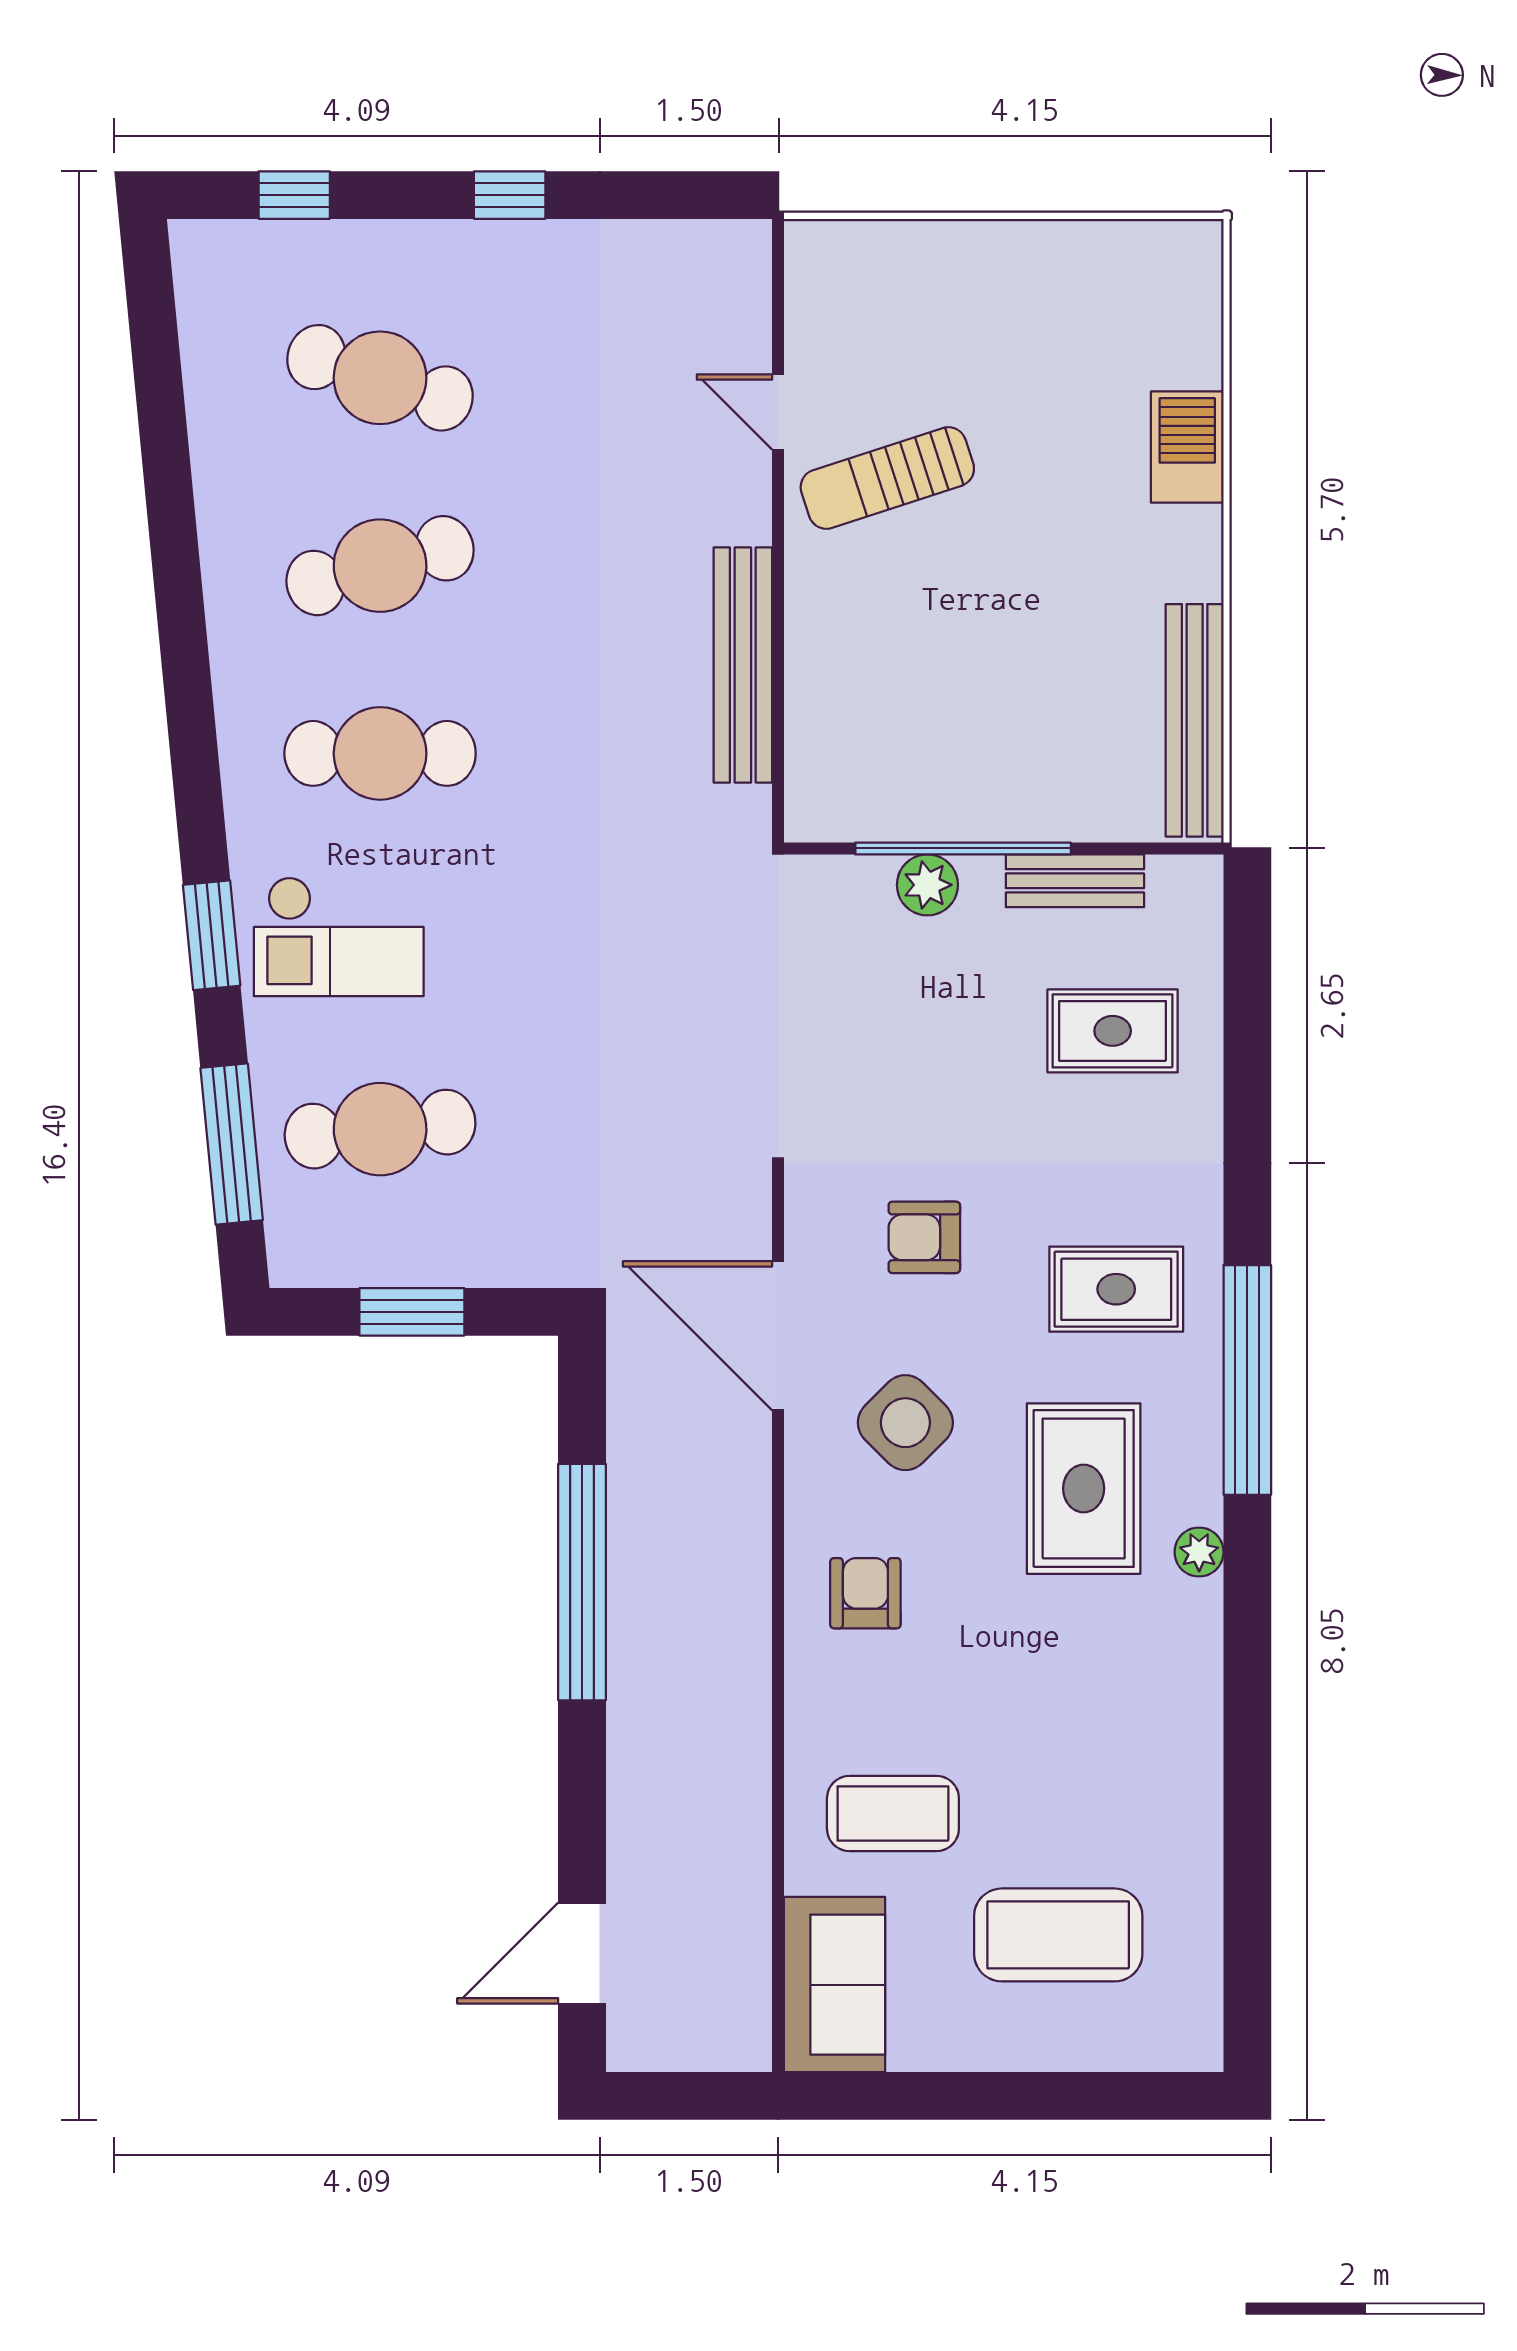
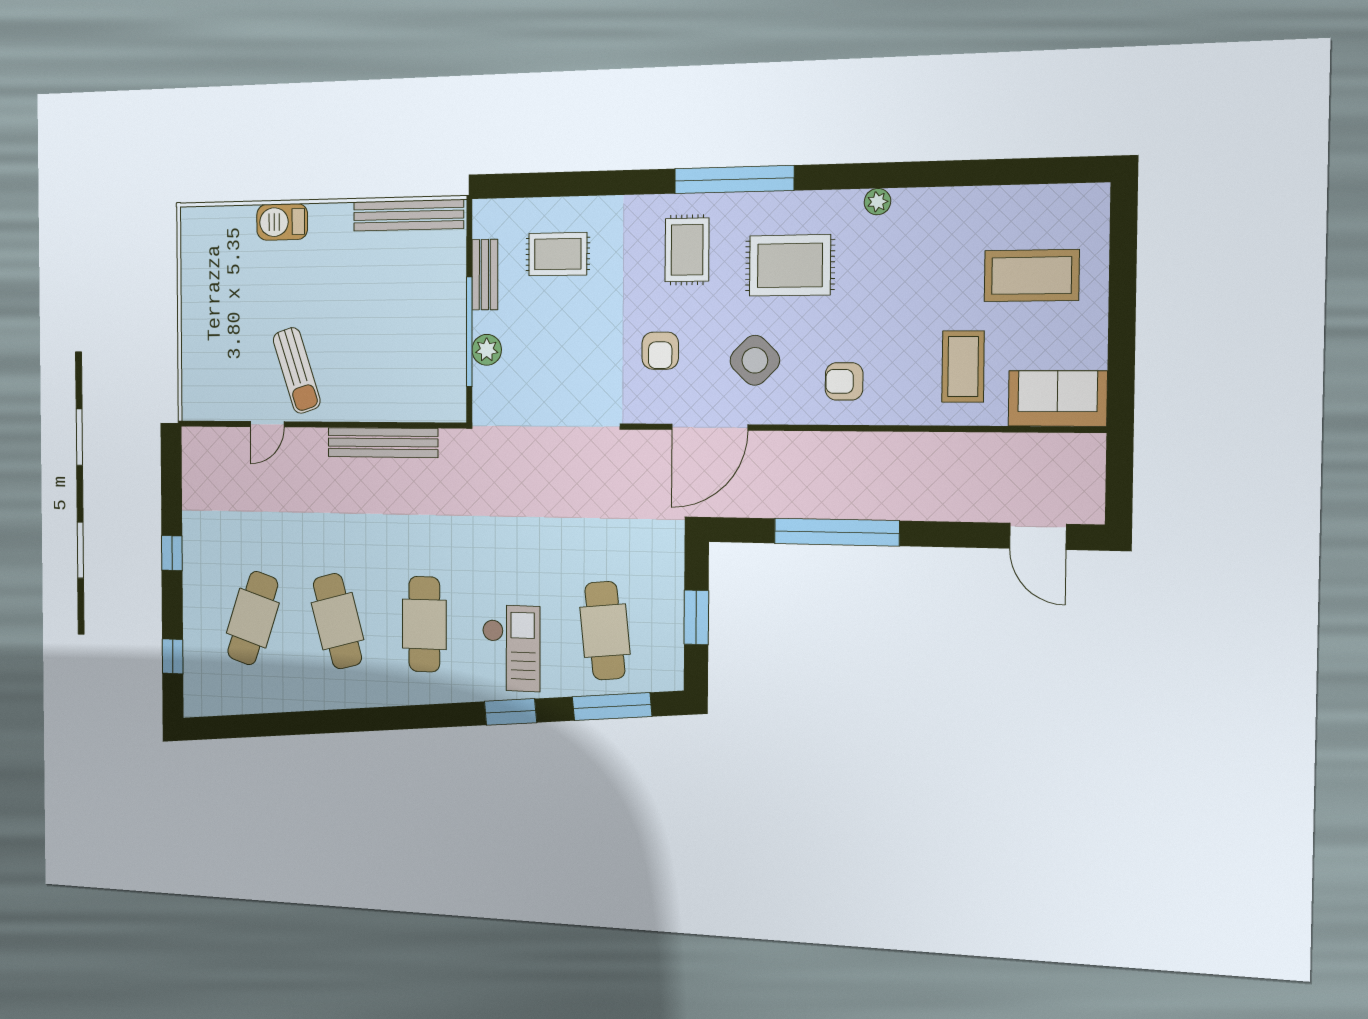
rug: (1113, 1031) -> (558, 254), turned 90
plant: (1199, 1552) -> (877, 202), moved
coffee table: (1058, 1935) -> (1032, 276), turned 90

